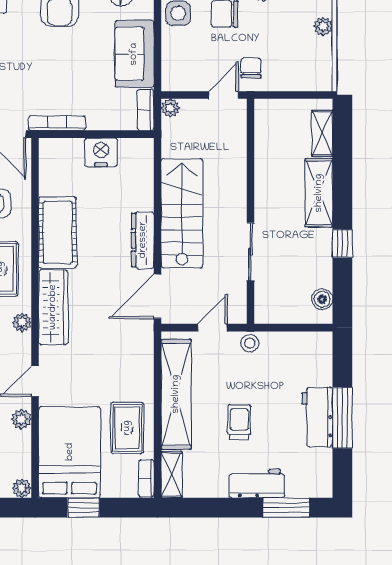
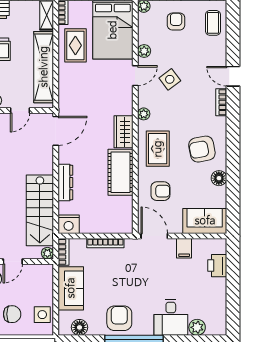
bookcase: (57, 123) -> (105, 243), moved
nightstand: (101, 152) -> (69, 224), moved
stairs: (182, 213) -> (40, 210), moved
dresser: (143, 240) -> (65, 182), moved
wardrobe: (53, 307) -> (123, 132), width x0.67

